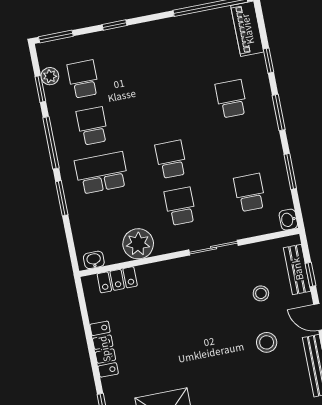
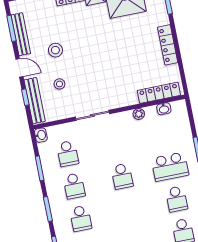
school desk: (180, 206) -> (74, 186), moved
plant: (138, 244) -> (139, 114), width x0.53, depth x0.53
washbasin: (94, 260) -> (164, 109), moved
bench: (297, 269) -> (35, 101), width x1.36
locker: (117, 280) -> (159, 93), width x1.53

